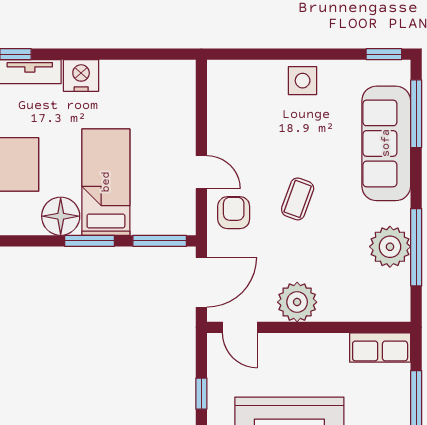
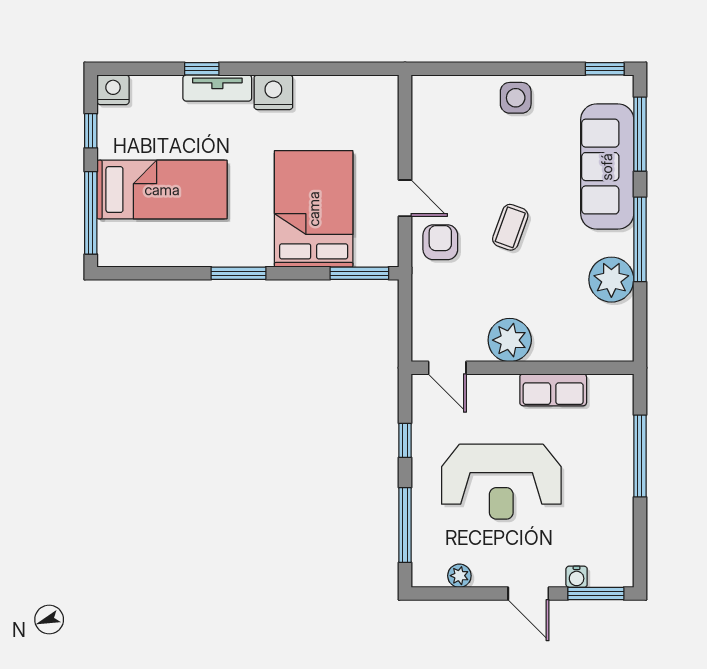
bed: (106, 182) -> (314, 209), width x1.50
floor lamp: (61, 216) -> (251, 246), removed
window: (89, 241) -> (239, 273), moved
window: (416, 247) -> (640, 239), moved
door: (201, 282) -> (405, 318), removed
row of seats: (380, 347) -> (553, 390), moved

